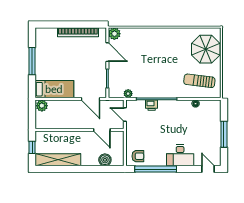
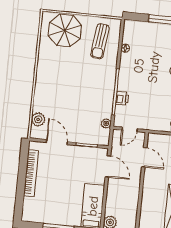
plant: (114, 34) -> (38, 119), moved
door: (107, 52) -> (57, 142), hinge flipped
door: (91, 99) -> (108, 166), hinge flipped
door: (102, 130) -> (144, 157), hinge flipped

